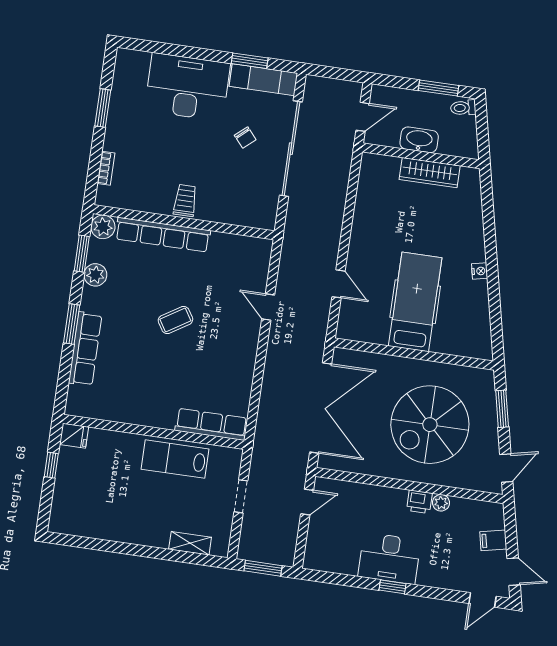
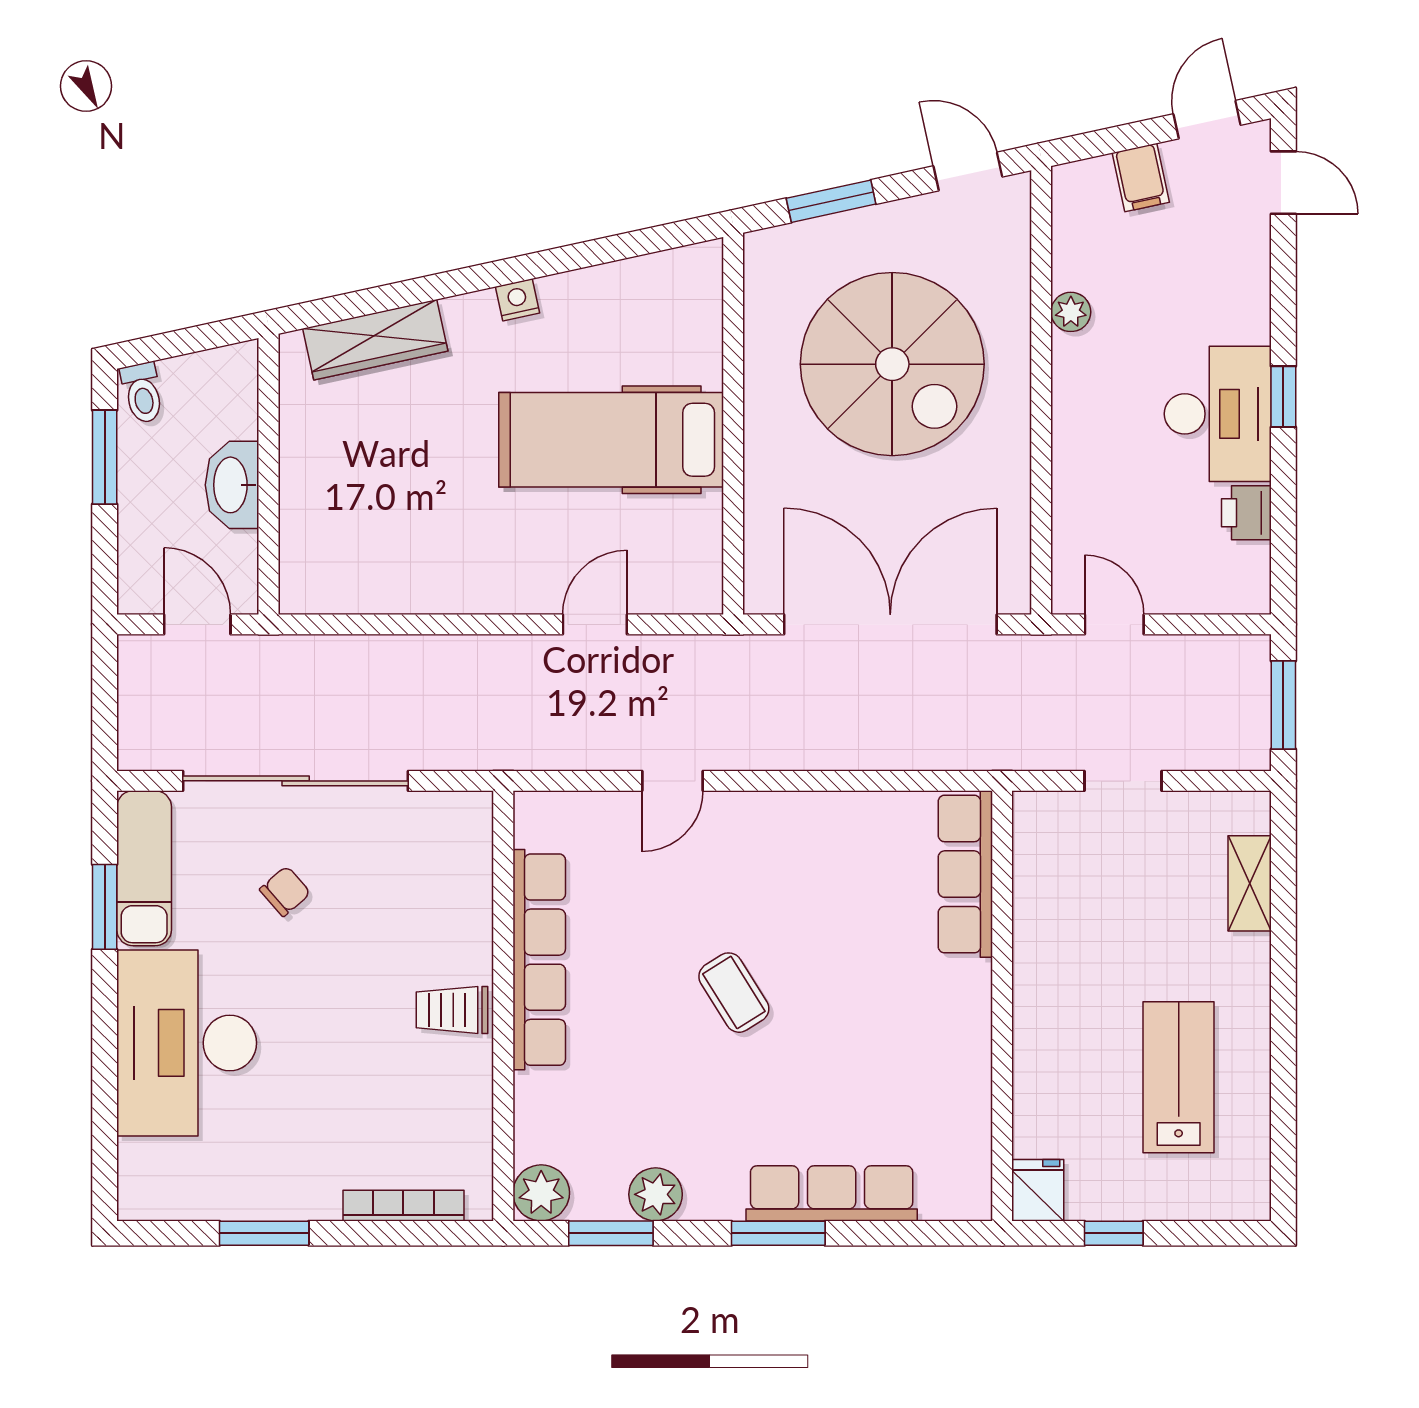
bookcase: (106, 168) -> (403, 1206), width x1.56
wardrobe: (430, 173) -> (375, 340), moved, turned 78
row of seats: (163, 235) -> (539, 960), moved
lab bench: (175, 459) -> (1179, 1077), moved, turned 180
printer: (419, 502) -> (1246, 513), moved, turned 180

